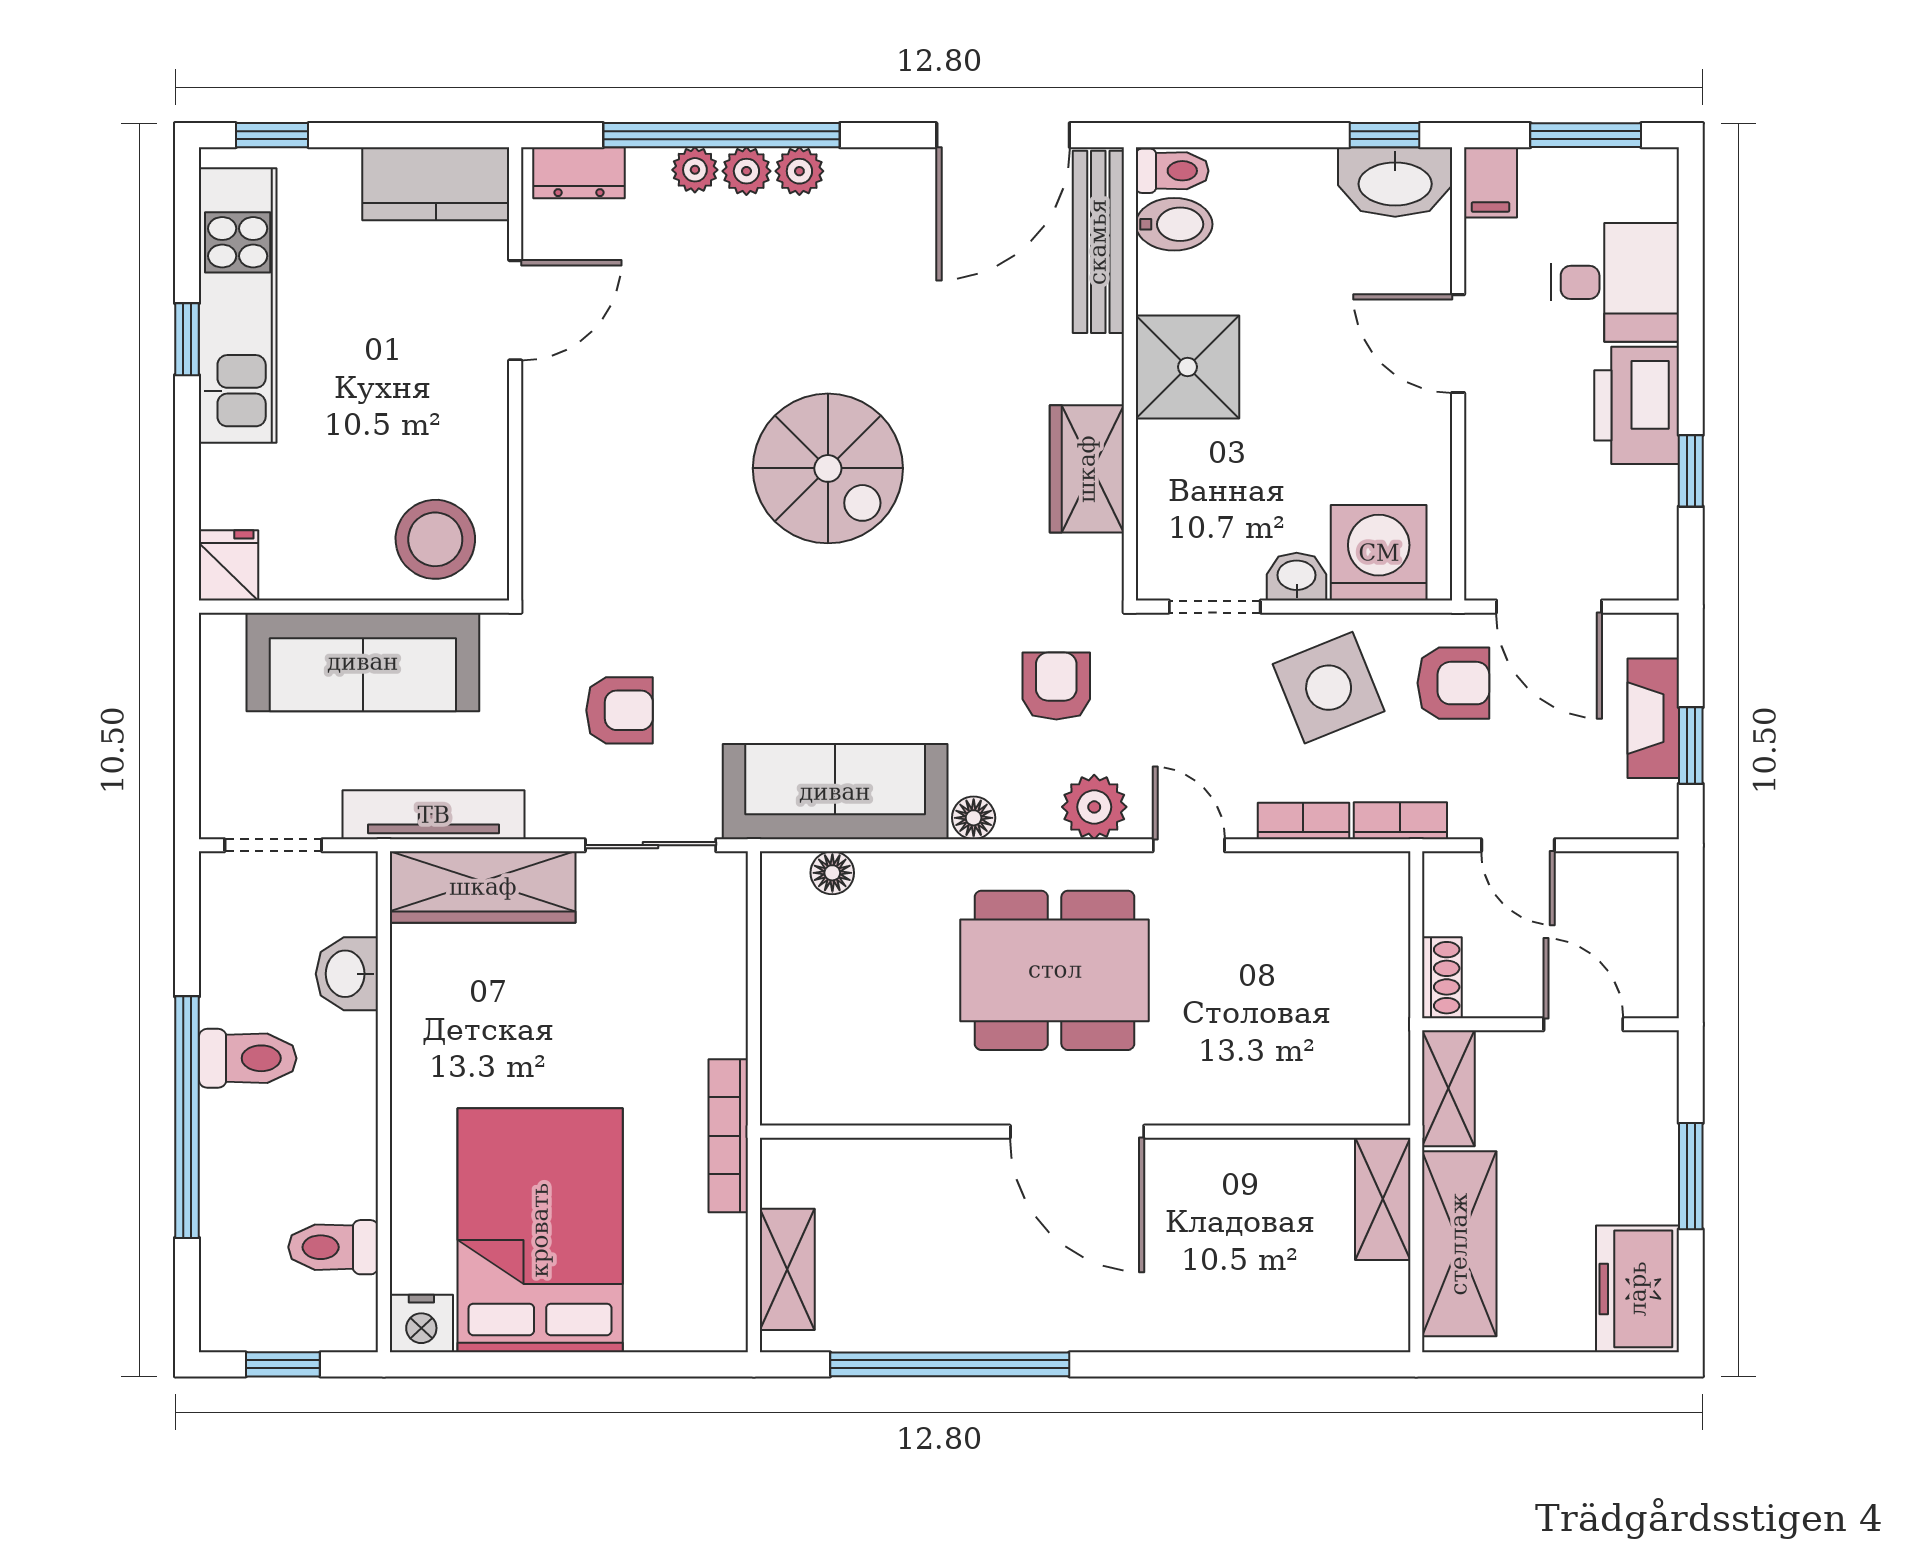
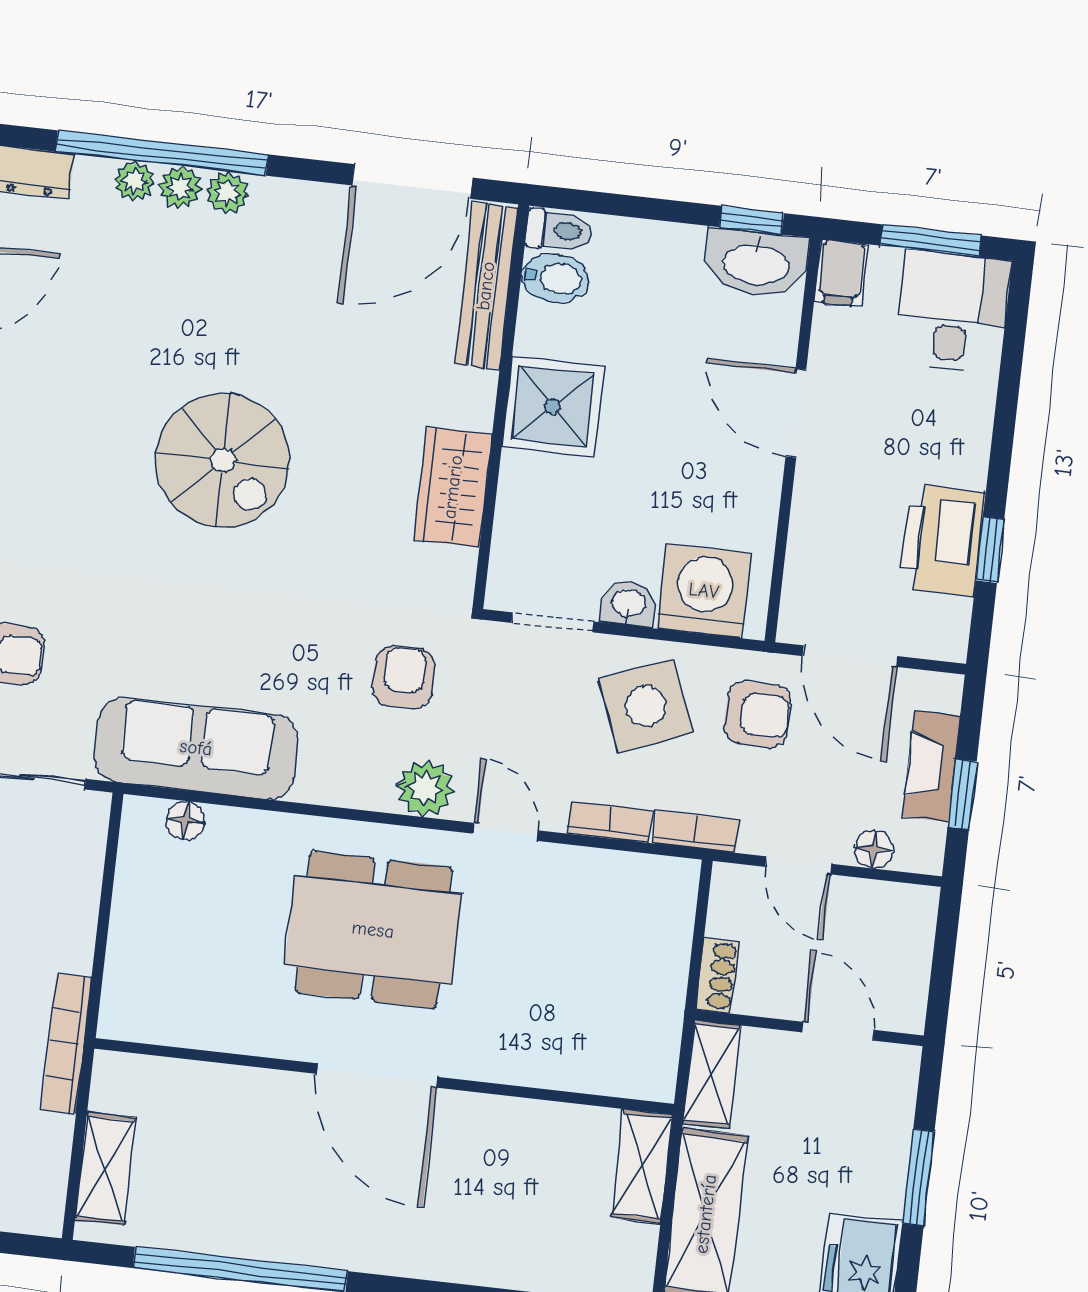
desk: (1615, 282) -> (953, 312), moved, turned -90
printer: (1637, 405) -> (942, 540), moved
floor lamp: (974, 818) -> (874, 849), moved

